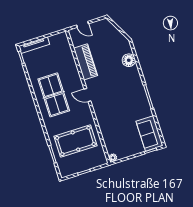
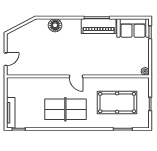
piano: (86, 62) -> (99, 26), moved, turned 180
door: (87, 95) -> (76, 76), hinge flipped
pool table: (75, 141) -> (117, 103), turned 90

